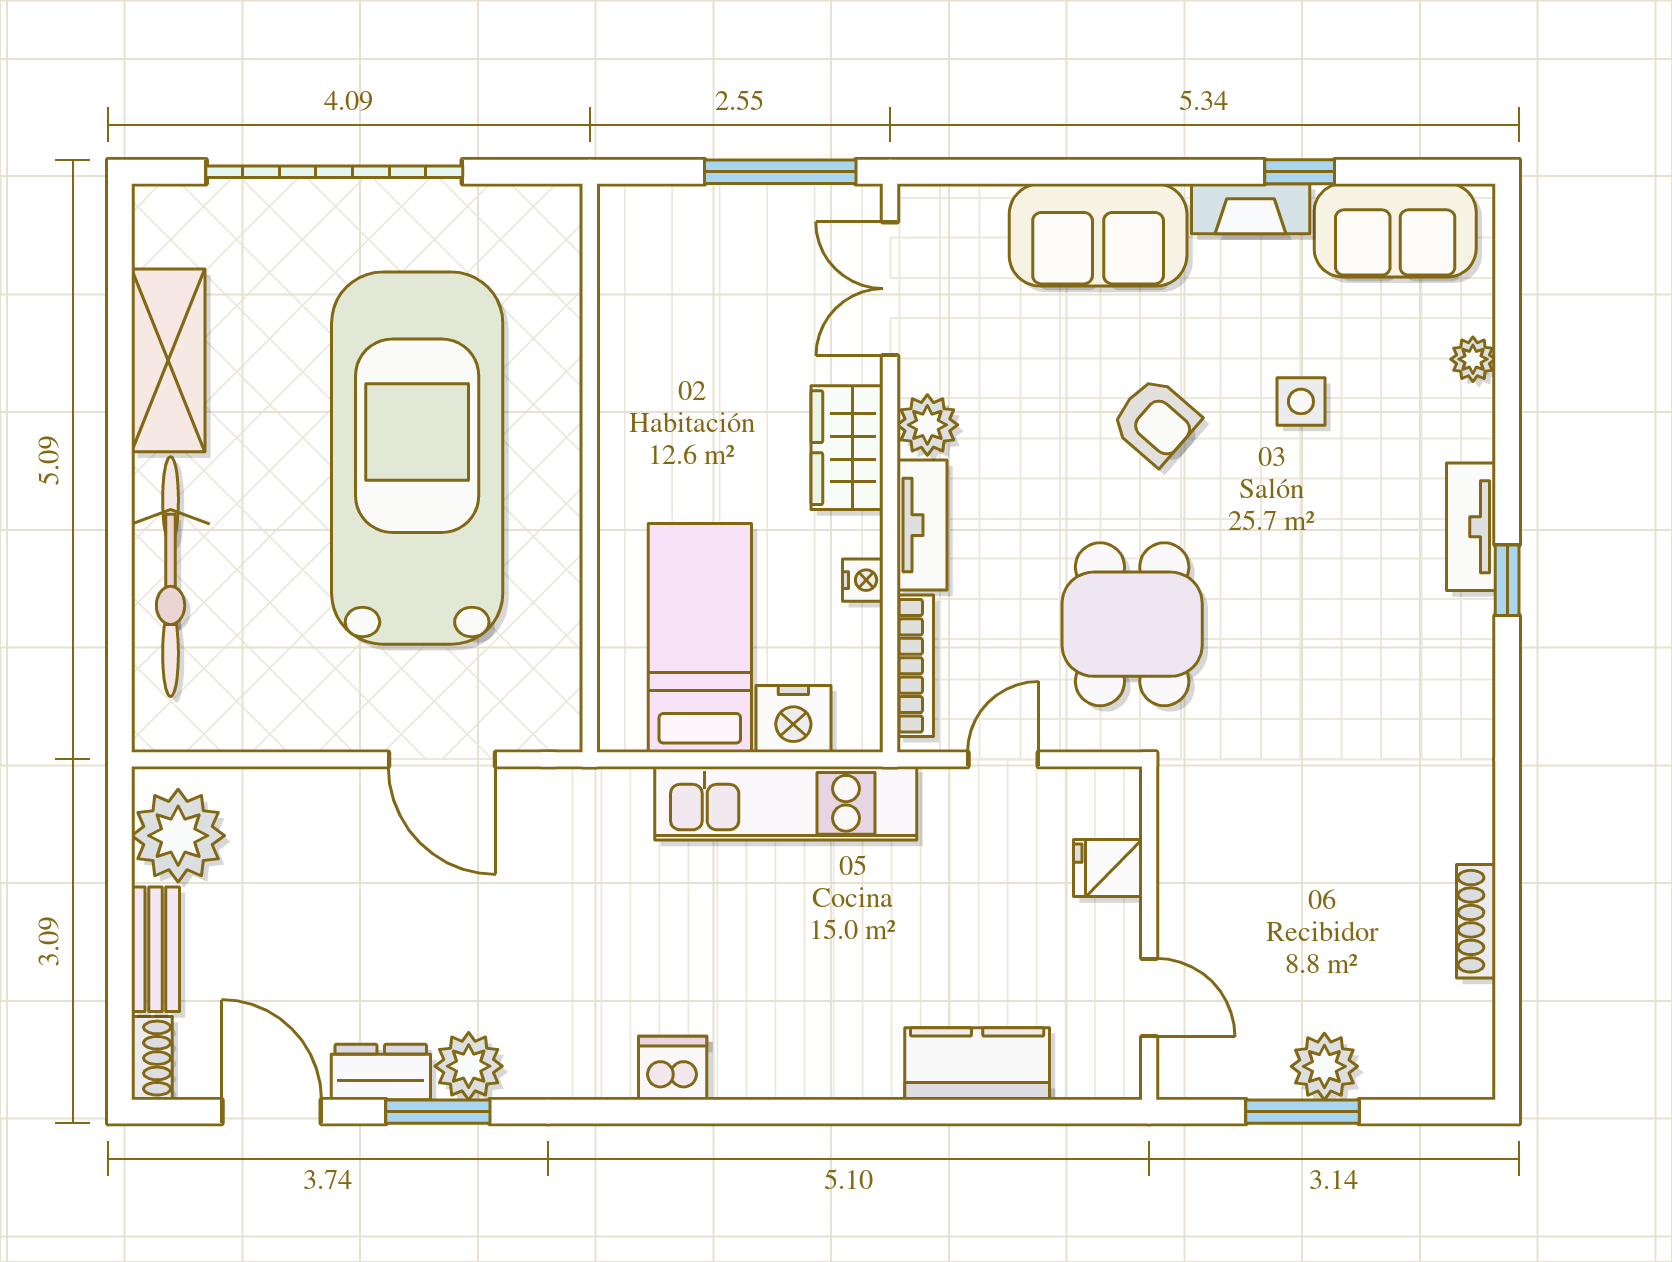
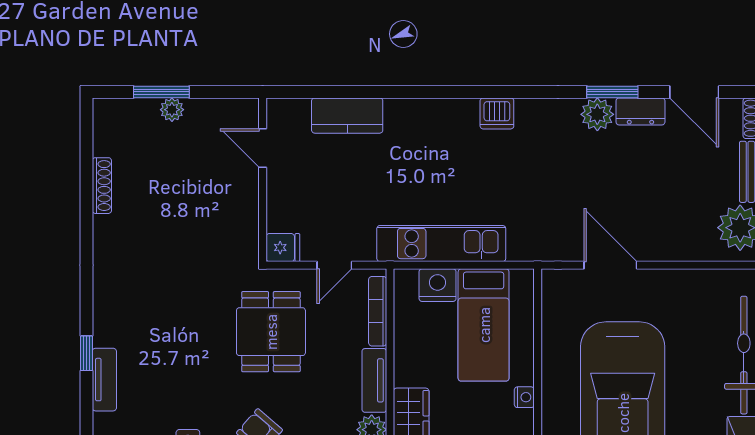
nightstand: (863, 580) -> (524, 397), moved, turned 180
fridge: (1108, 868) -> (283, 248), moved
plant: (1324, 1066) -> (172, 110), width x0.73, depth x0.73
window: (1302, 1112) -> (161, 92), moved

